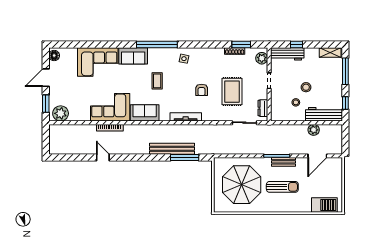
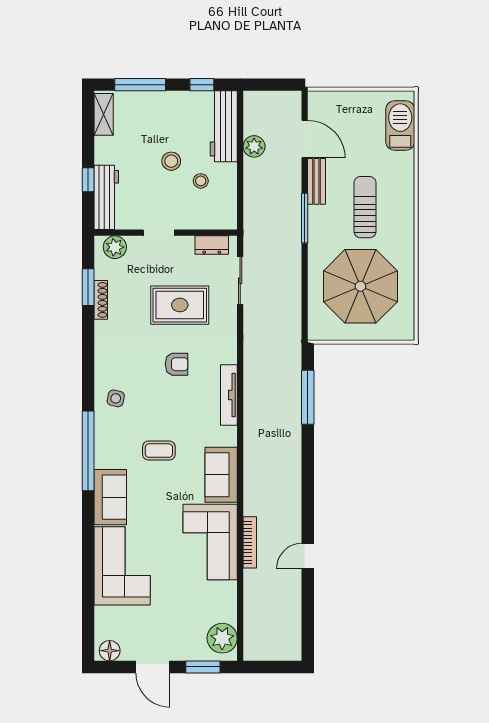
bench: (172, 149) -> (291, 422), removed
bench: (284, 162) -> (316, 181), moved

